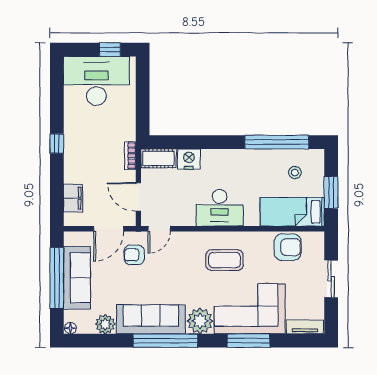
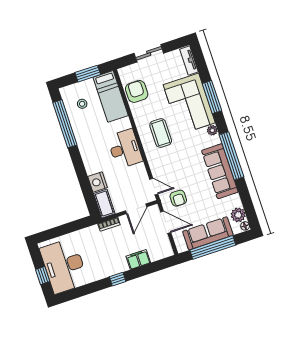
window: (110, 50) -> (43, 275), moved
filing cabinet: (73, 198) -> (138, 259), moved
plant: (200, 321) -> (212, 130), width x0.53, depth x0.53
plant: (105, 324) -> (238, 215), moved

